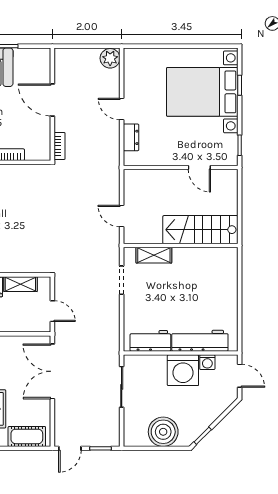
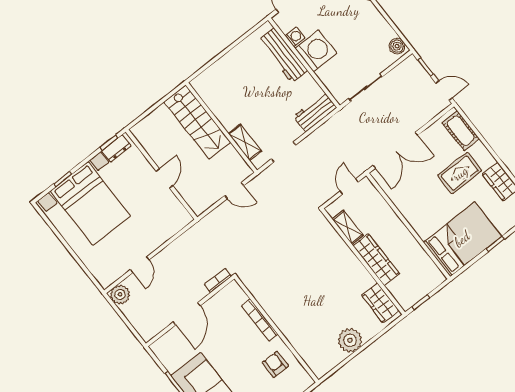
door: (122, 109) -> (140, 265), moved
dresser: (131, 137) -> (116, 148), moved, turned 180
door: (199, 168) -> (164, 178), moved
door: (122, 216) -> (234, 191), hinge flipped
workbench: (150, 341) -> (315, 112), moved, turned 90
boiler: (163, 432) -> (397, 46), moved, width x0.54, depth x0.54

